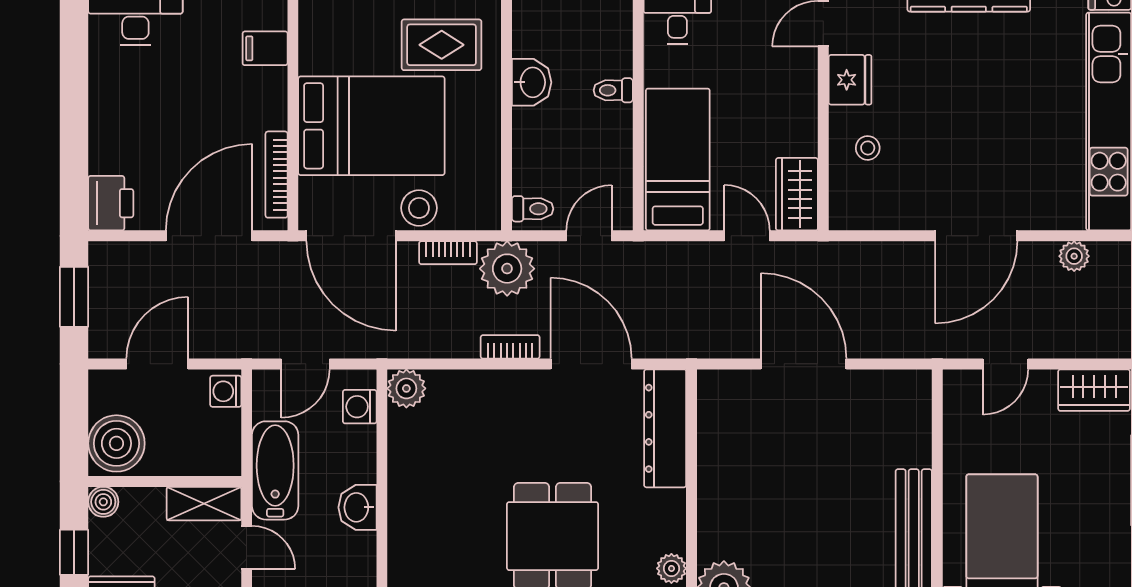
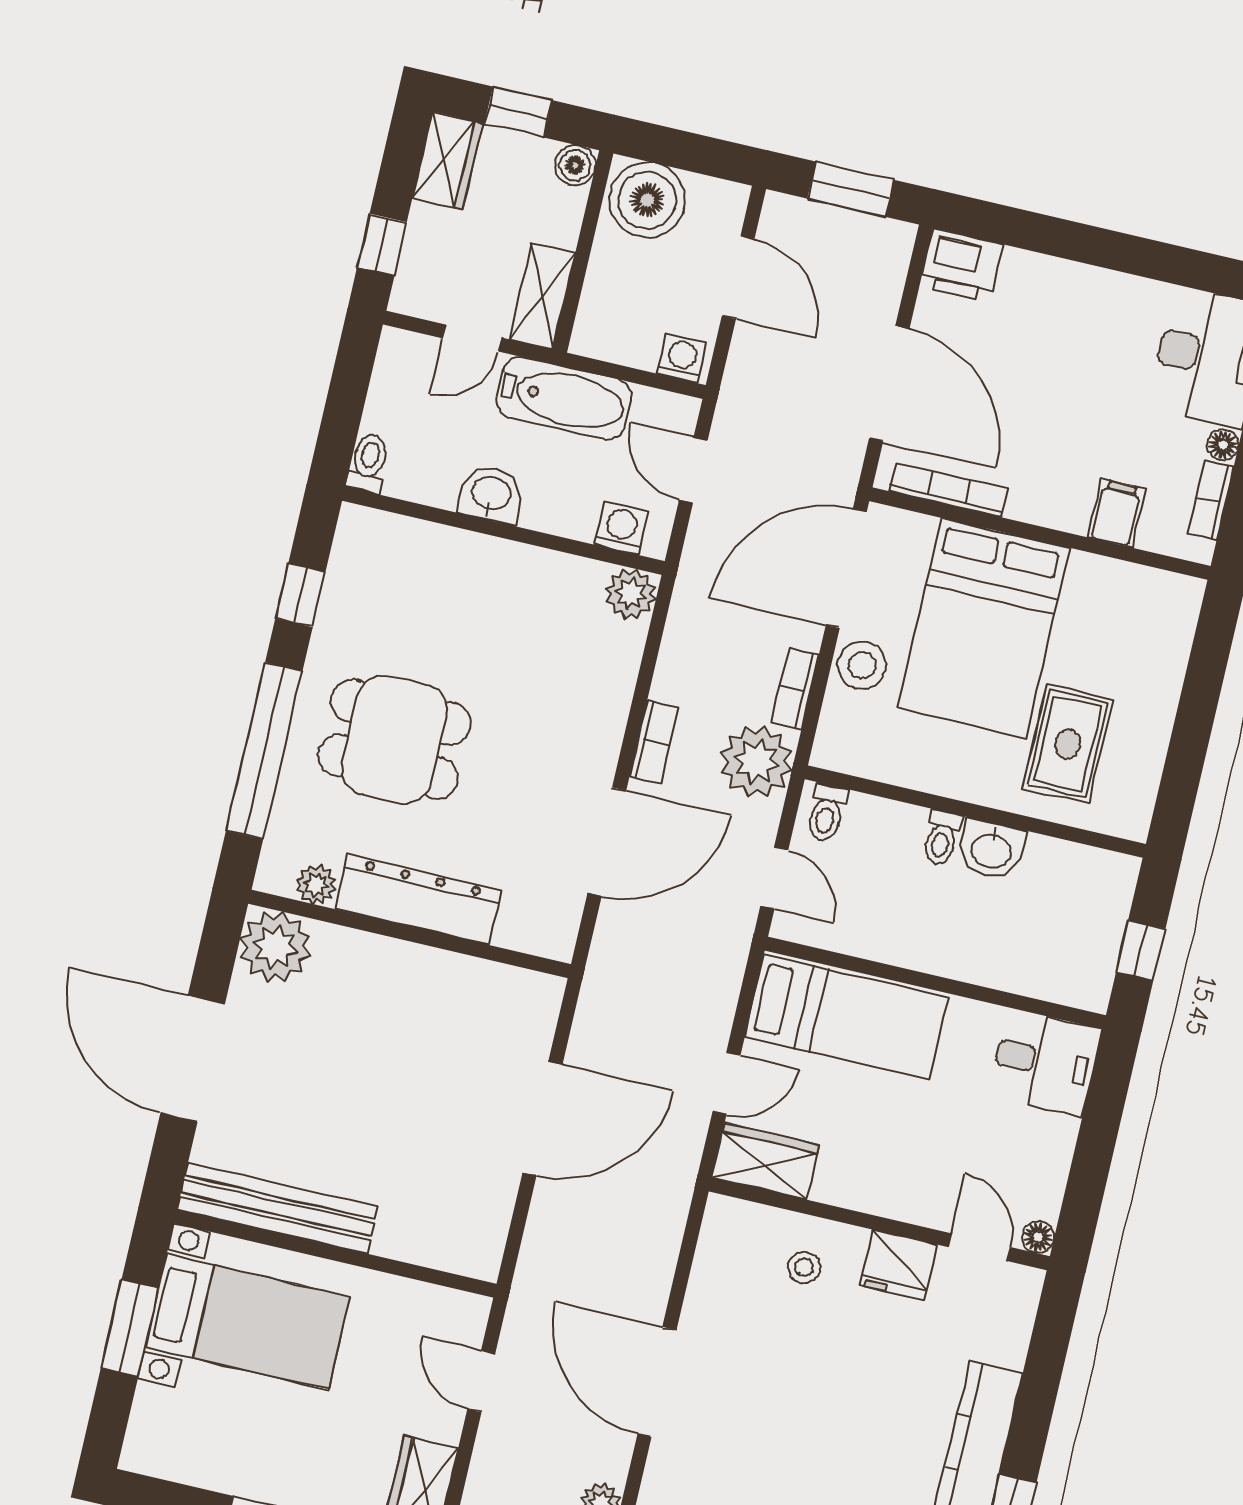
toilet: (613, 90) -> (942, 838), moved, turned 180
dresser: (665, 428) -> (418, 900), moved

